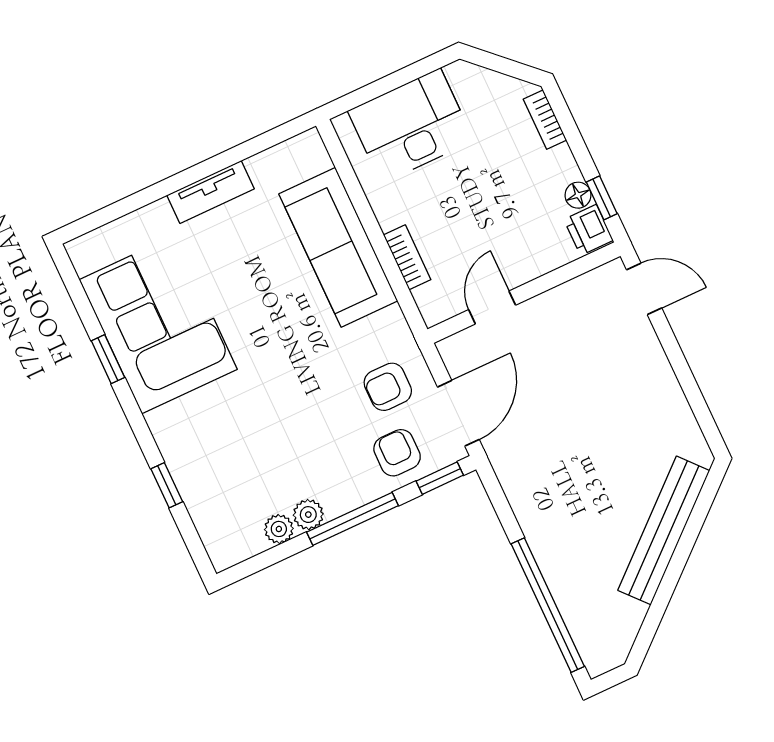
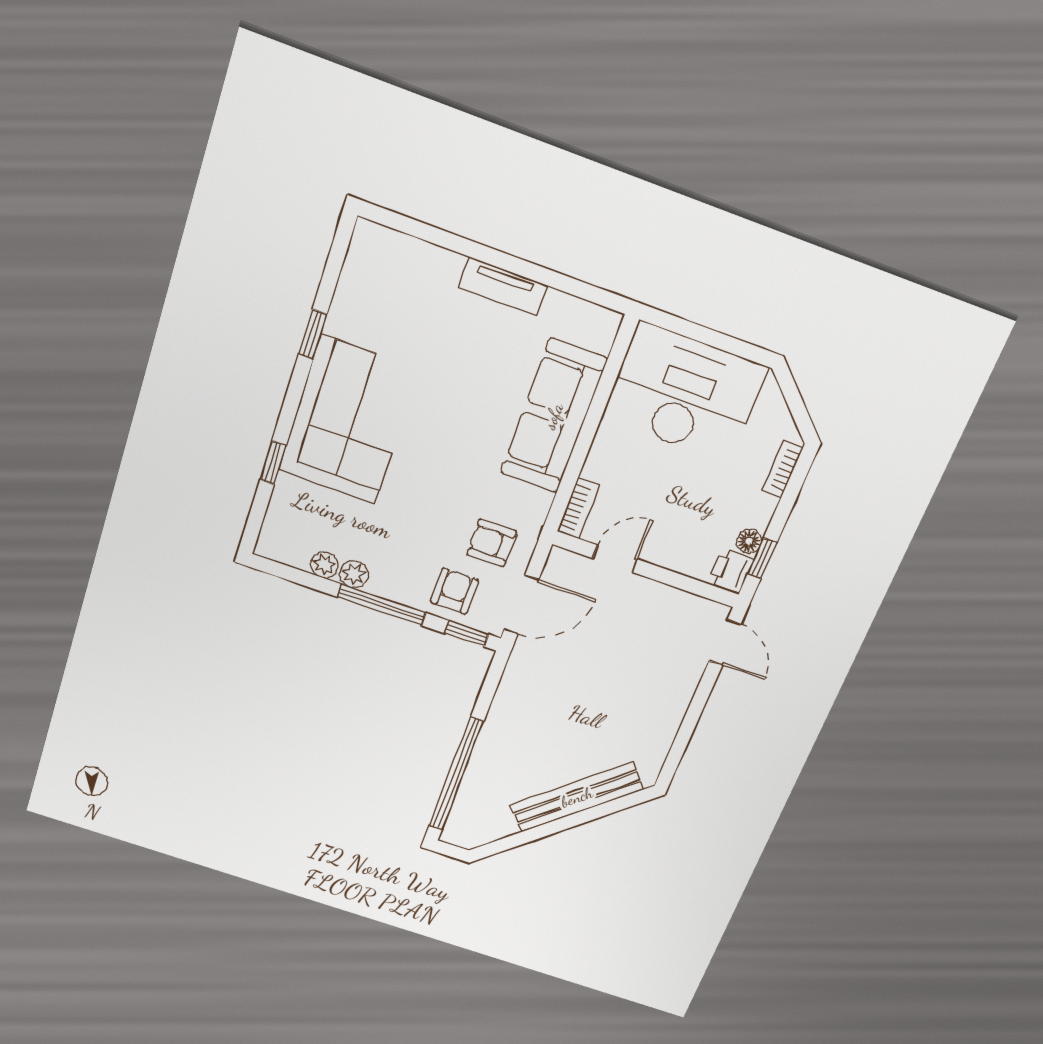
desk: (411, 126) -> (685, 393), width x1.36, depth x1.30
bookcase: (407, 257) -> (578, 509), moved
corner sofa: (158, 324) -> (349, 420), moved

